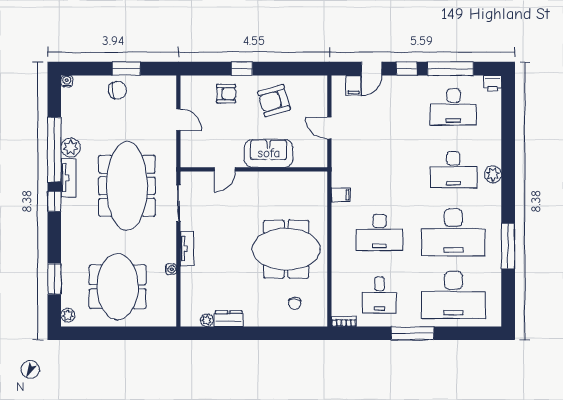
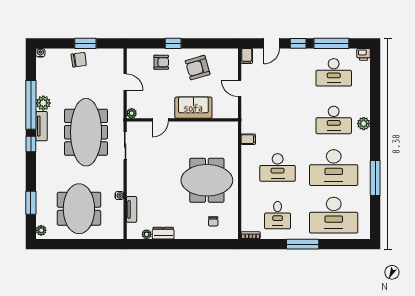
filing cabinet: (354, 85) -> (247, 56), moved
plant: (187, 161) -> (132, 113), added
tv unit: (187, 249) -> (132, 209), moved

